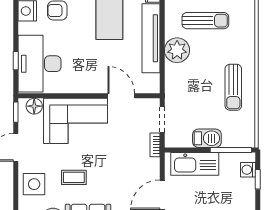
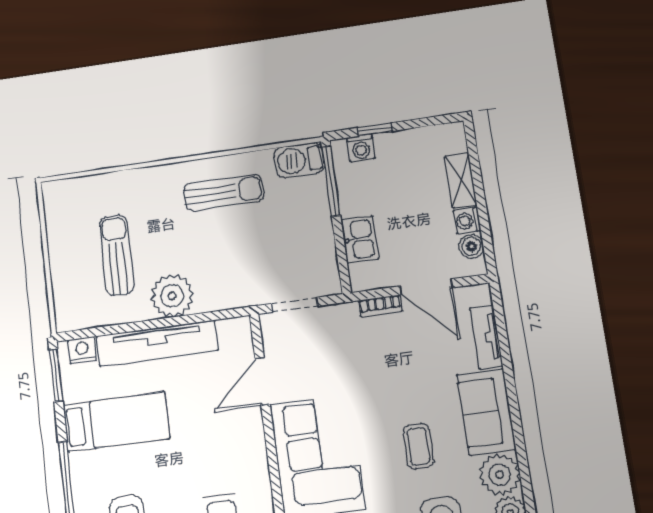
barbecue: (207, 138) -> (299, 160), moved, turned -90
bookcase: (155, 145) -> (380, 306), moved
kitchen sink: (195, 164) -> (360, 239), width x0.53, depth x0.81

